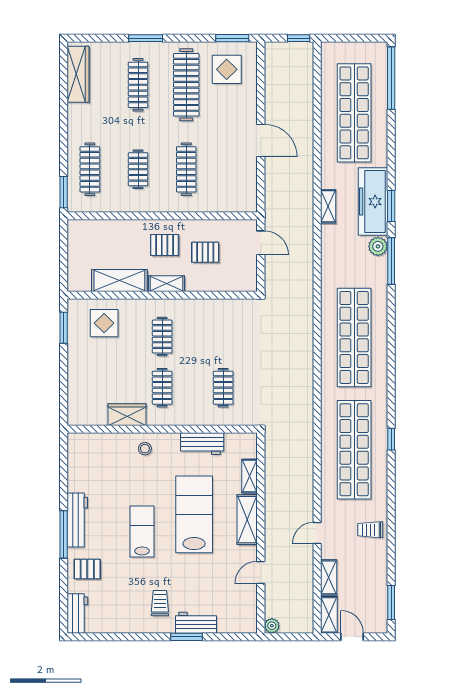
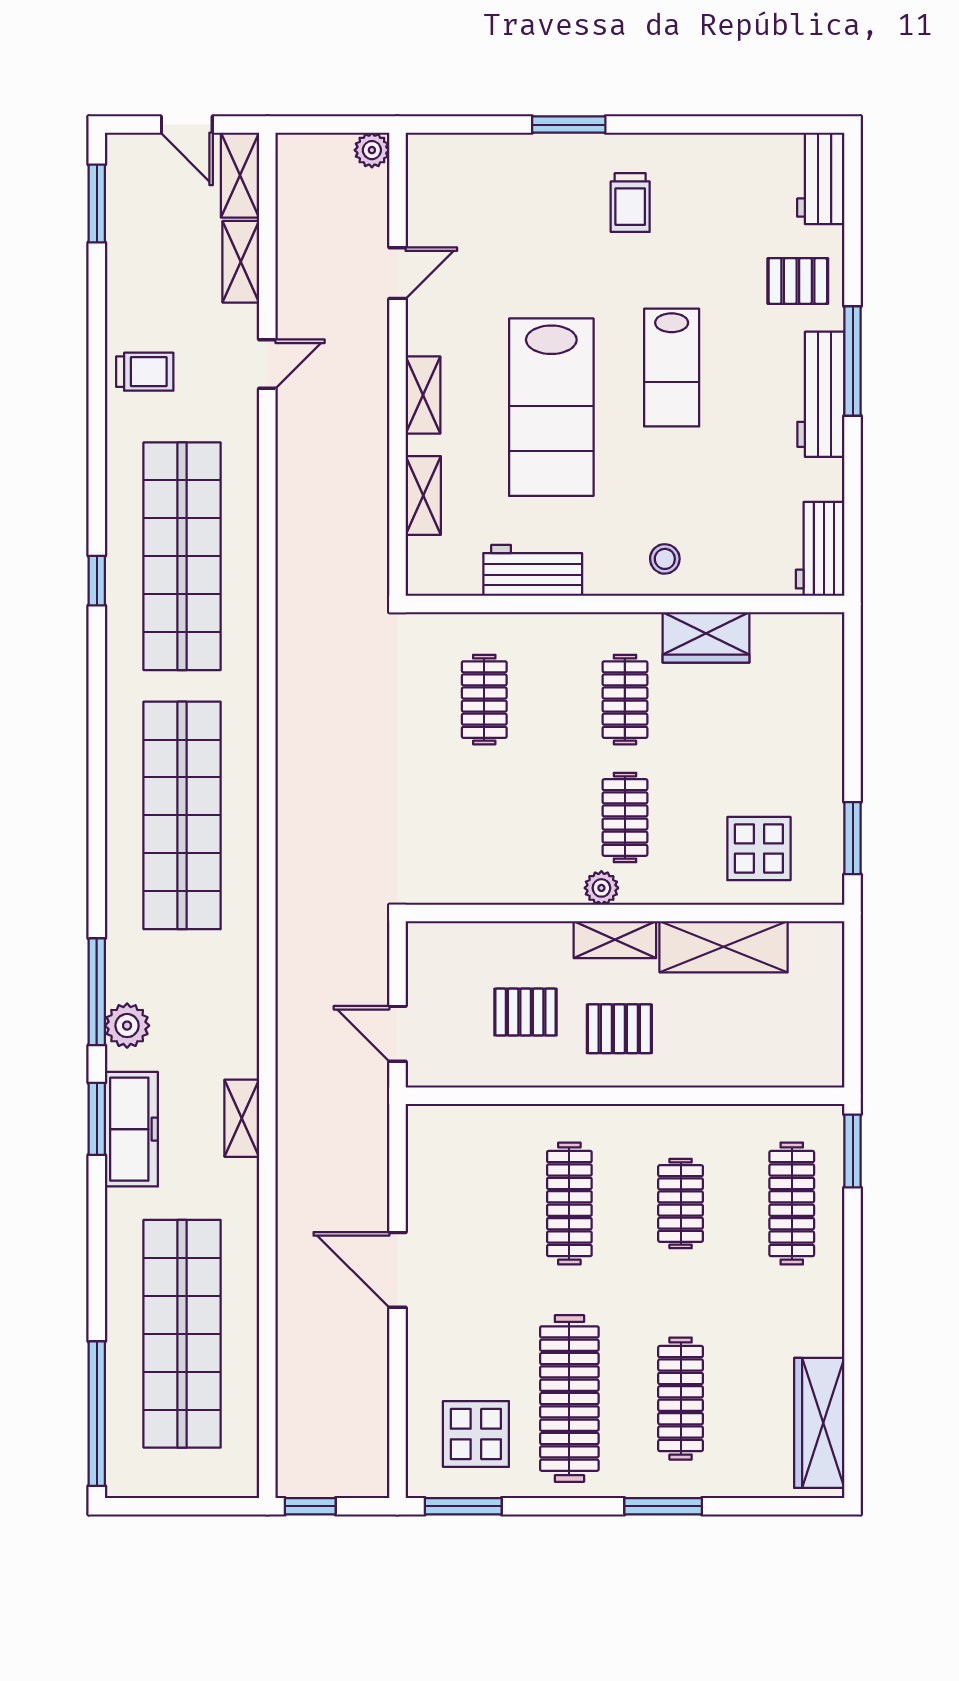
freezer: (373, 202) -> (131, 1129), width x0.73, depth x0.79
plant: (172, 306) -> (601, 888), added
shelving: (247, 520) -> (423, 395), width x0.67, depth x0.75
workbench: (196, 623) -> (820, 549), moved, turned 90

